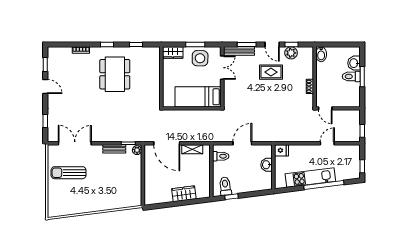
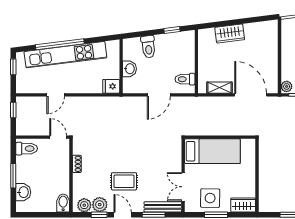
plant: (304, 52) -> (84, 205), added
toilet: (351, 76) -> (27, 149), moved
kitchen unit: (310, 178) -> (65, 55), width x1.36
toilet: (225, 186) -> (148, 47), moved

